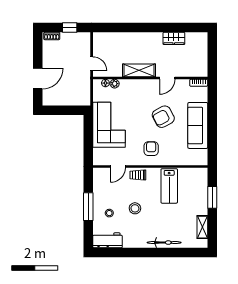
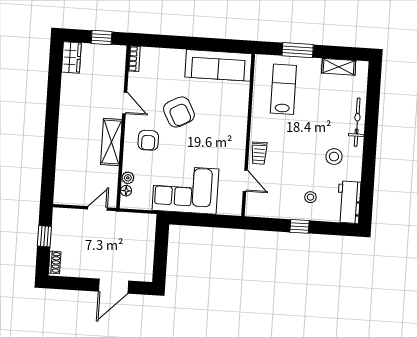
wardrobe: (174, 38) -> (71, 57), moved
window: (212, 59) -> (102, 37), added
door: (38, 79) -> (114, 286), swing flipped
sofa: (198, 125) -> (218, 65), moved
armchair: (151, 149) -> (148, 140), moved, turned -90
lab bench: (169, 186) -> (283, 89), moved, turned -90
window: (88, 207) -> (300, 226), width x0.46
stool: (135, 208) -> (334, 157), moved

